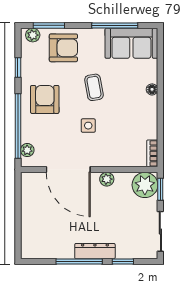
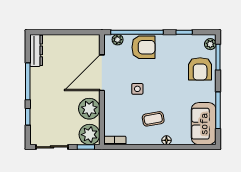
coffee table: (94, 87) -> (153, 119), moved
armchair: (45, 99) -> (143, 47), moved
plant: (107, 179) -> (89, 109), width x1.88, depth x1.88
dresser: (95, 251) -> (36, 50), moved

